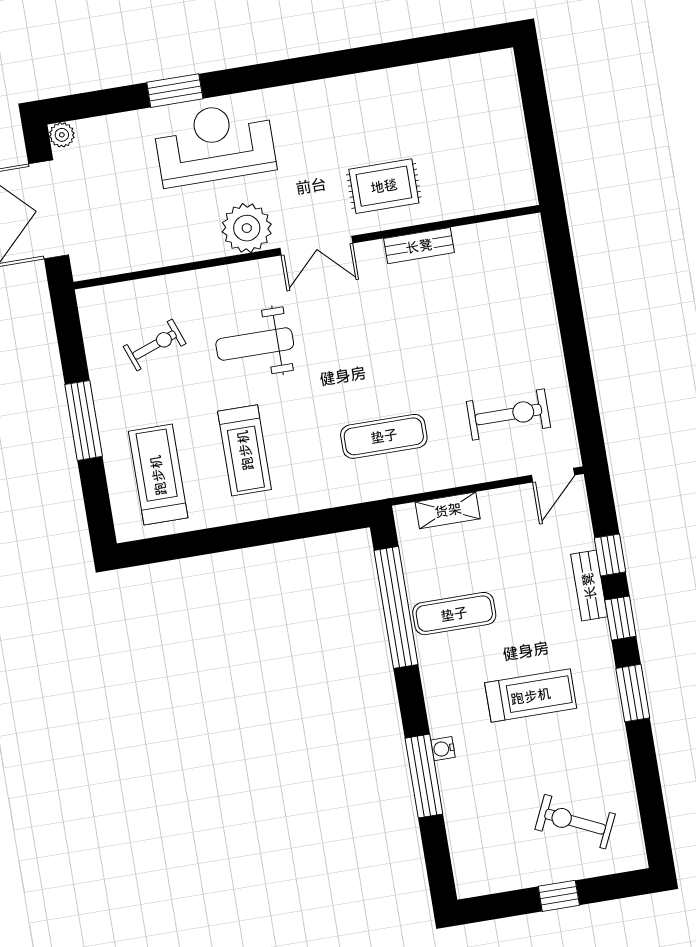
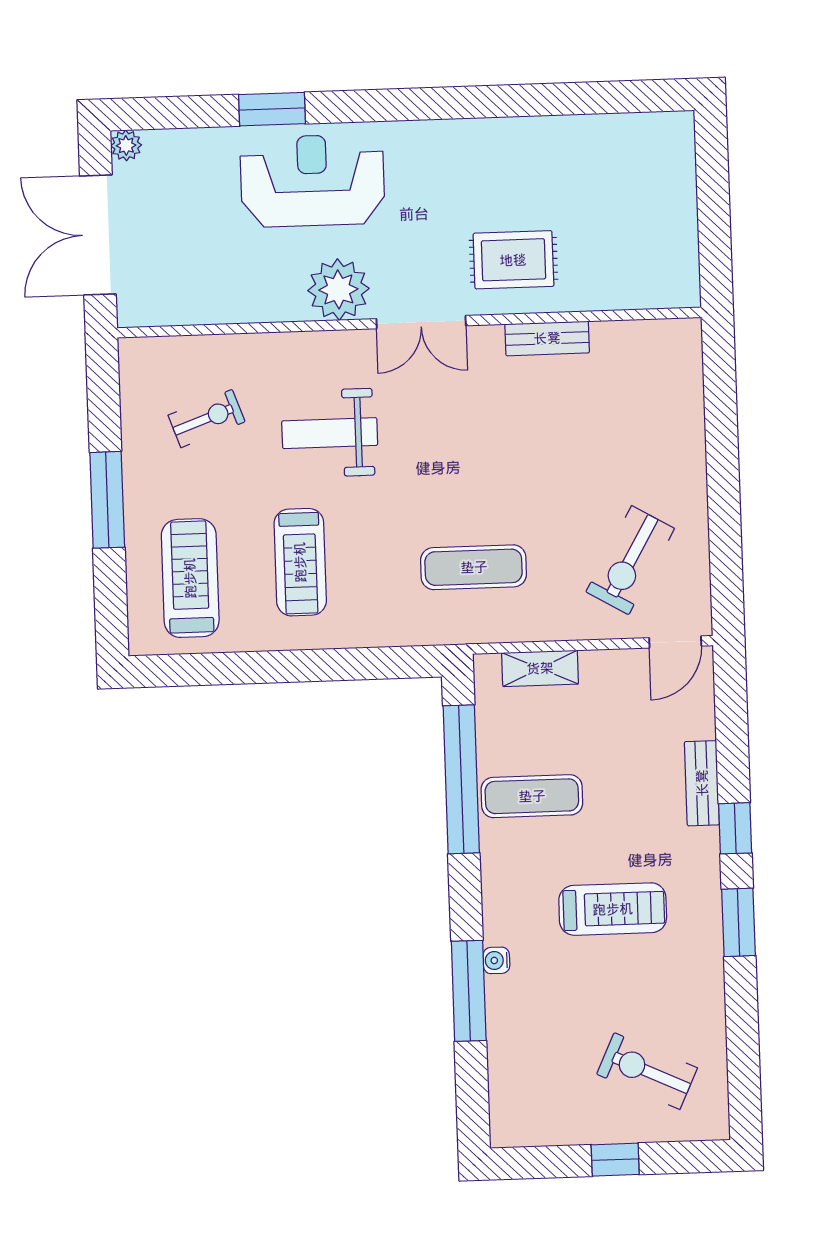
exercise bike: (508, 414) -> (630, 560), turned 120
window: (610, 555) -> (732, 749), removed

